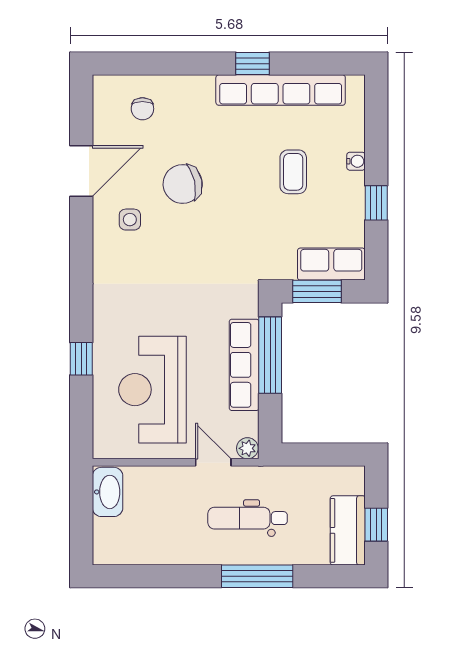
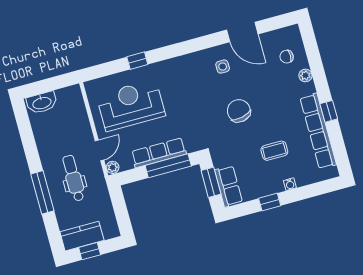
plant: (182, 86) -> (305, 75), added
chair: (183, 184) -> (239, 111), moved
washbasin: (108, 492) -> (42, 103), moved

